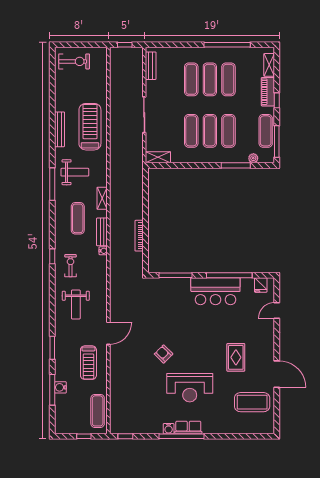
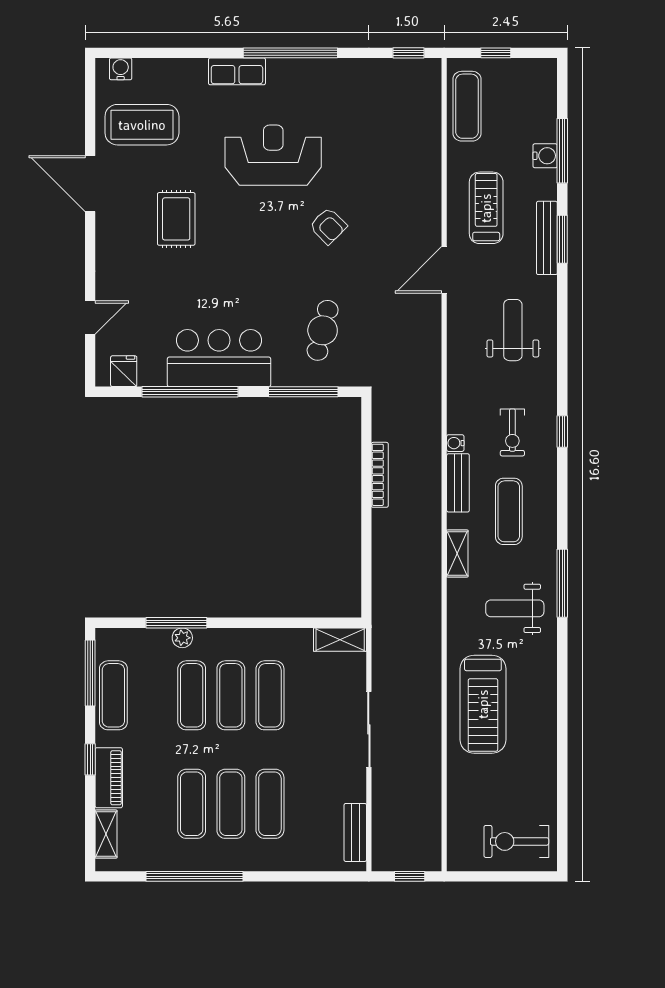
bench: (60, 129) -> (547, 238), moved
plant: (253, 158) -> (182, 638), moved
exercise bike: (71, 266) -> (512, 432), moved
cafe table: (166, 304) -> (323, 330), added
row of seats: (188, 427) -> (237, 71), moved
water cooler: (169, 429) -> (121, 69), moved

